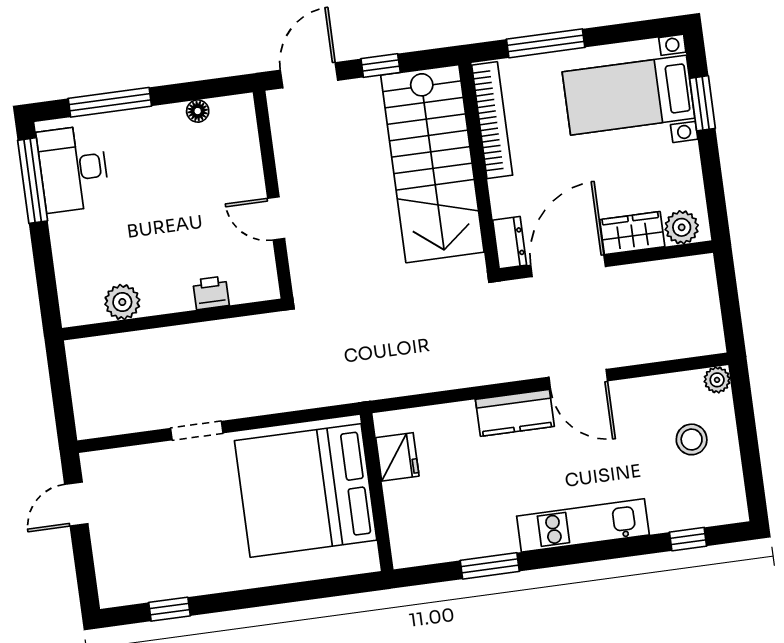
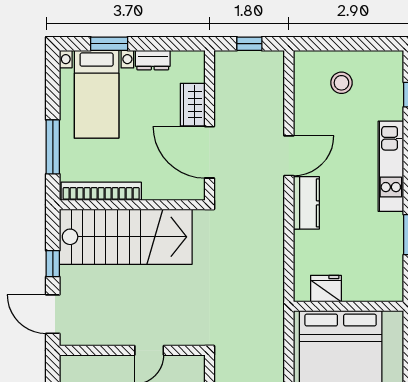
plant: (682, 227) -> (193, 70), removed
dresser: (510, 243) -> (153, 60), moved, turned 180
window: (729, 302) -> (249, 44), added
plant: (717, 380) -> (302, 60), removed

